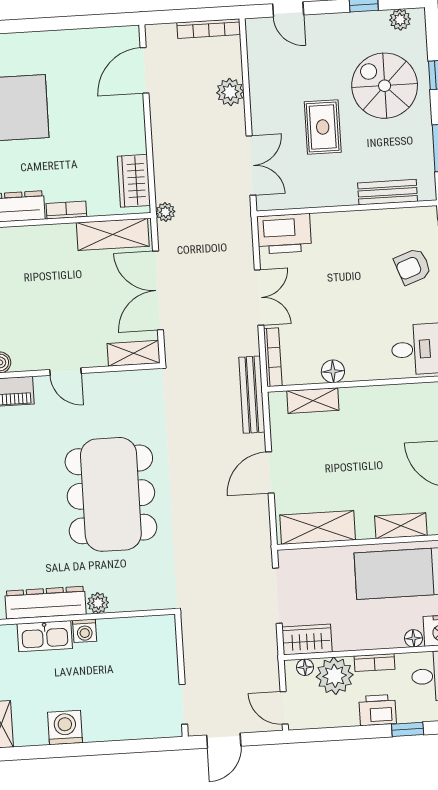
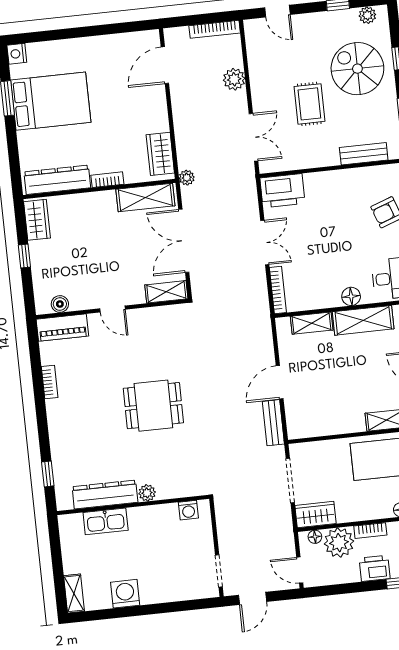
floor lamp: (333, 371) -> (351, 296), moved
bench: (252, 395) -> (273, 423), moved, width x0.73
dining table: (111, 494) -> (153, 406), width x0.53, depth x0.80
shelving: (318, 528) -> (363, 320), moved
washing machine: (85, 631) -> (188, 510), moved

